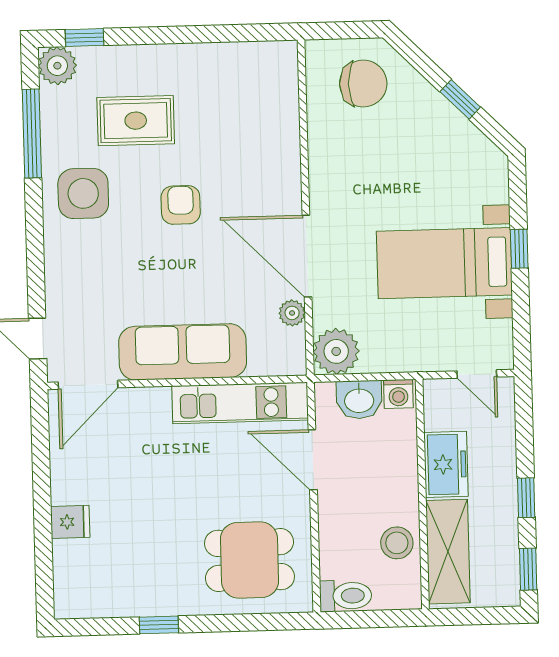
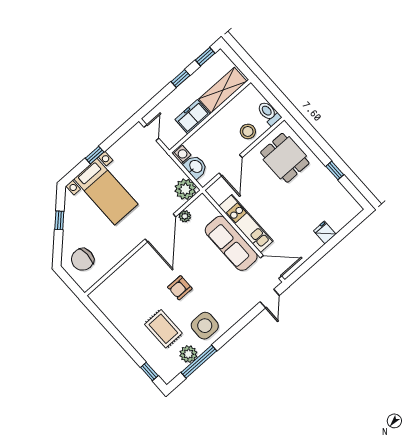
plant: (57, 66) -> (188, 354), moved
chair: (363, 83) -> (83, 259), turned -90
bed with nightstands: (444, 263) -> (106, 192), moved
kitchen unit: (240, 403) -> (246, 223), moved
stool: (397, 543) -> (248, 131), moved

